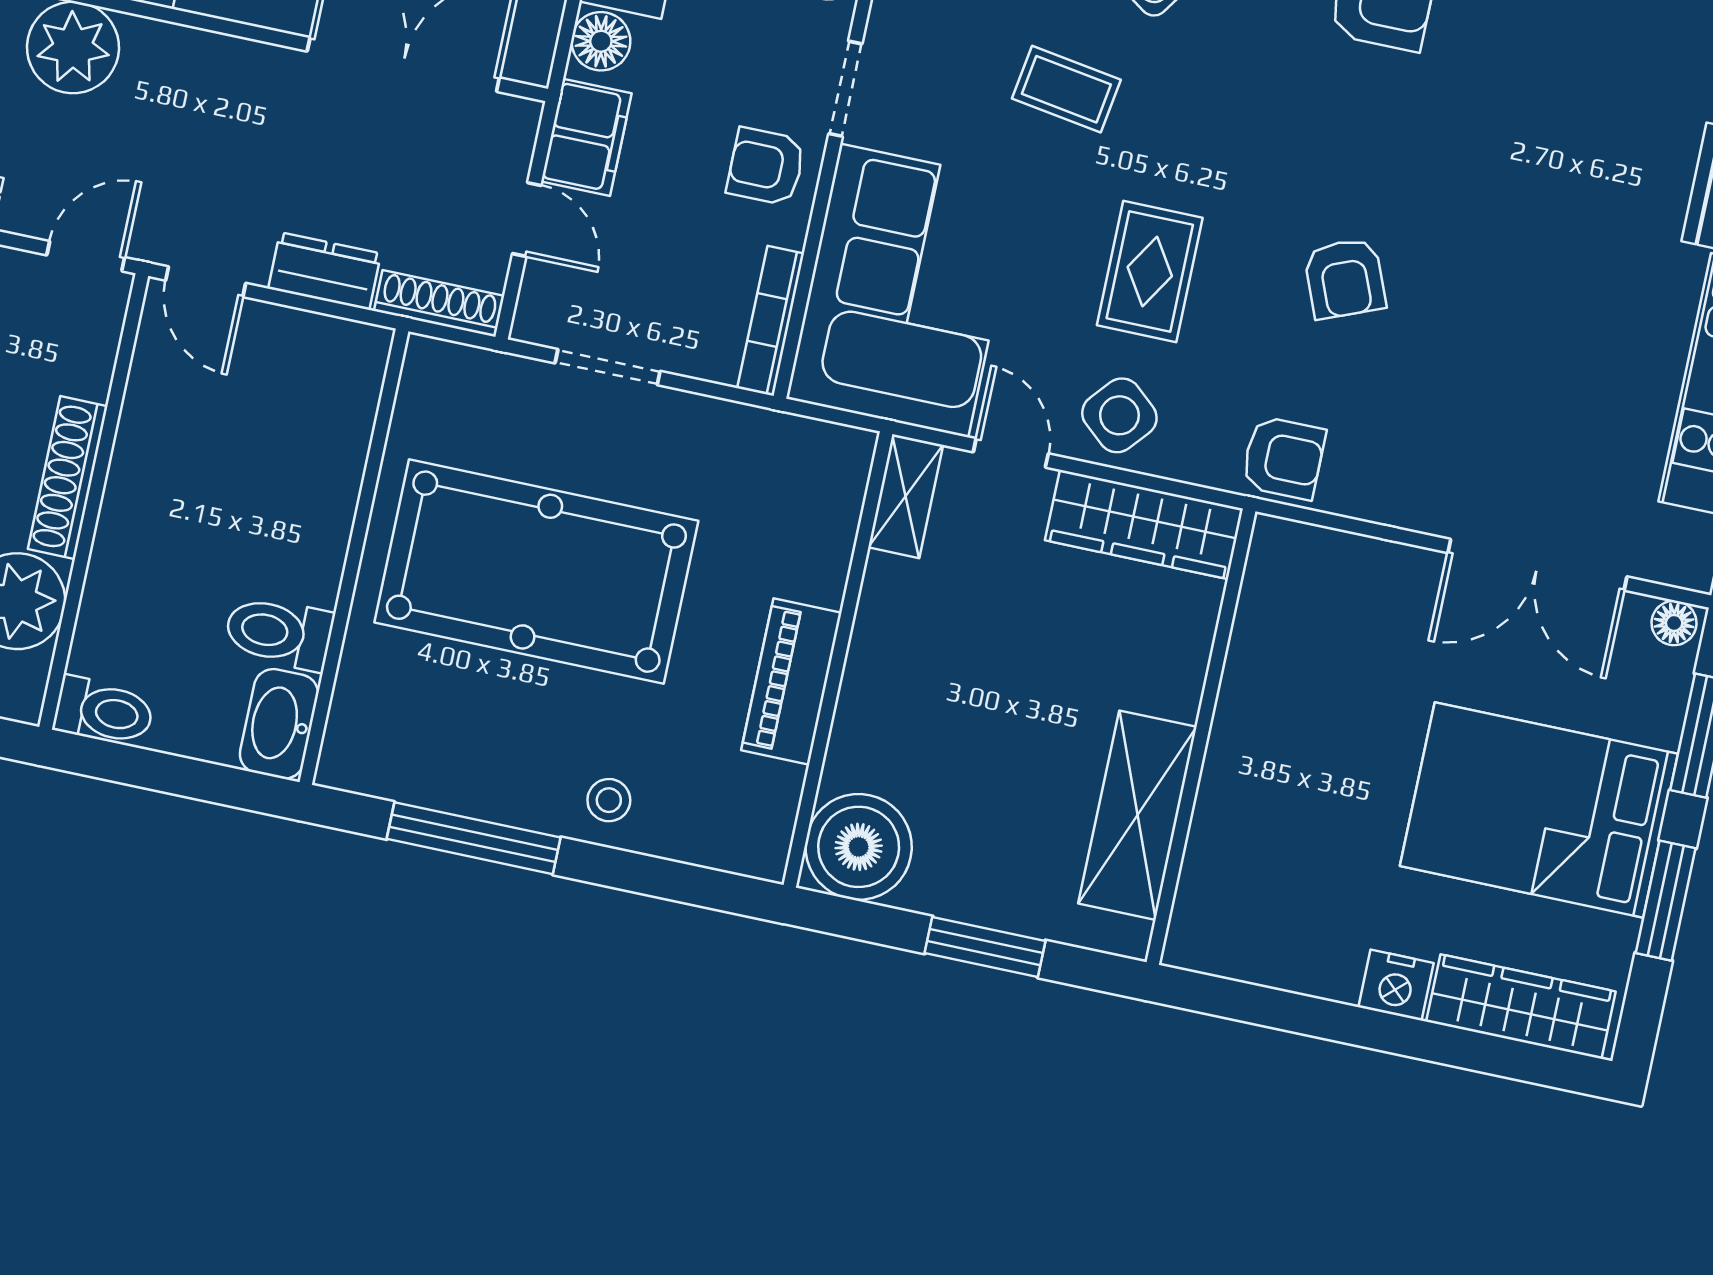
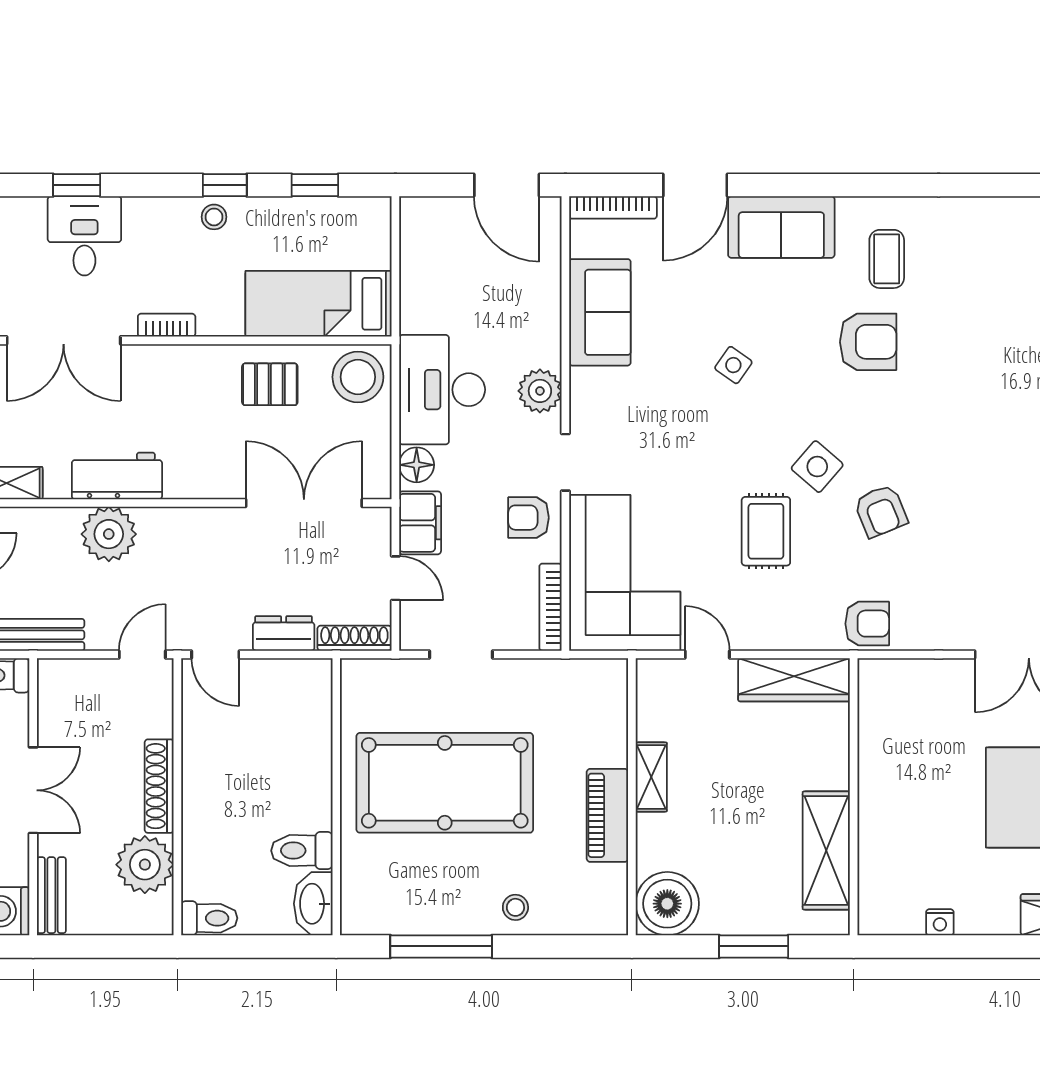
coffee table: (1066, 89) -> (695, 435), removed
side table: (1119, 415) -> (817, 467), moved
shelving: (906, 496) -> (651, 777), moved
nightstand: (1396, 985) -> (940, 922), moved, width x0.72, depth x0.74

